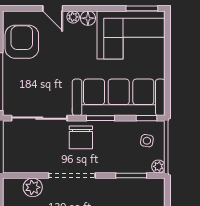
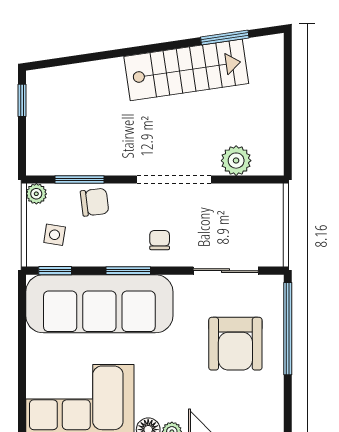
armchair: (22, 42) -> (235, 344), moved
sliding door: (39, 118) -> (226, 271), width x0.73
chair: (81, 137) -> (160, 240), width x0.54, depth x0.54
chair: (122, 161) -> (95, 202), added

